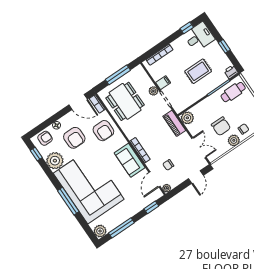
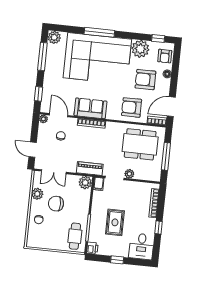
window: (187, 28) -> (159, 228), moved
filing cabinet: (163, 83) -> (99, 184), moved
plant: (234, 140) -> (37, 194), moved

